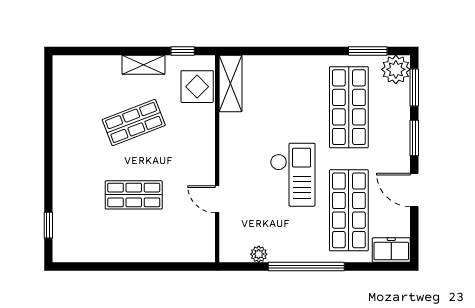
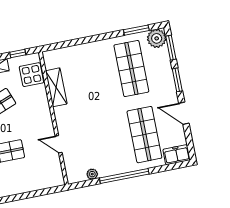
shelving: (230, 83) -> (56, 87), moved
checkout: (293, 175) -> (104, 119), removed

